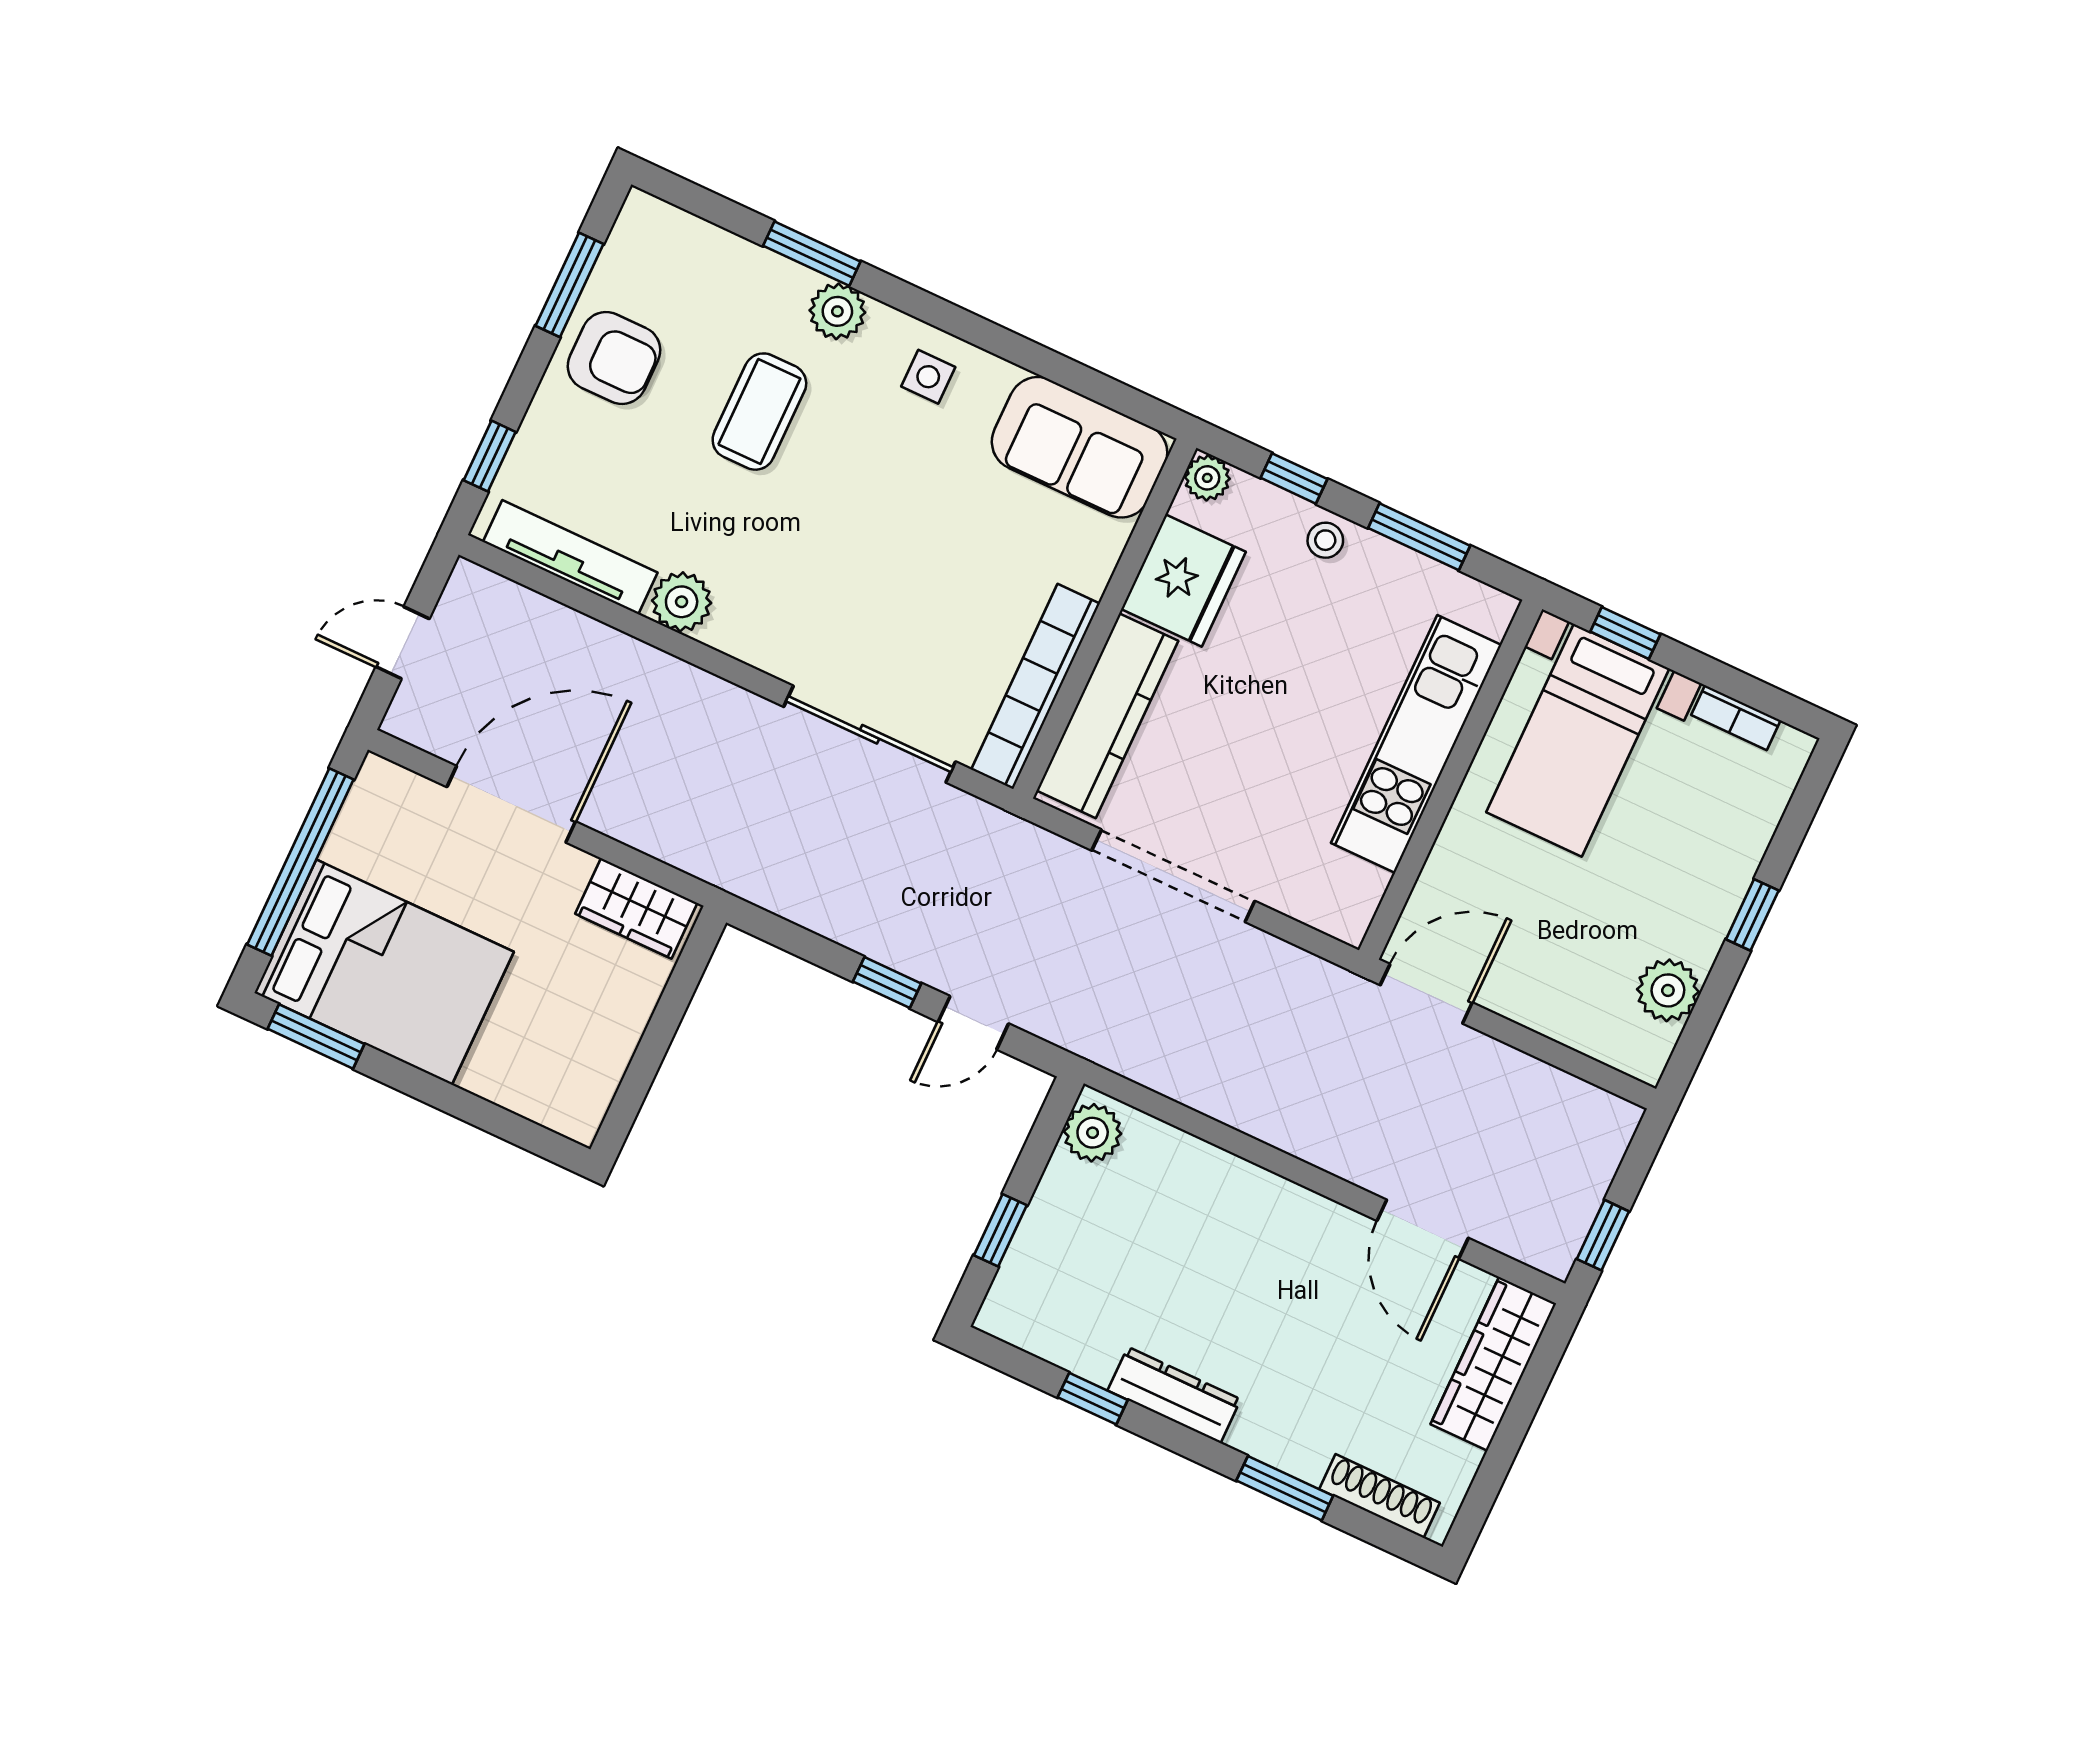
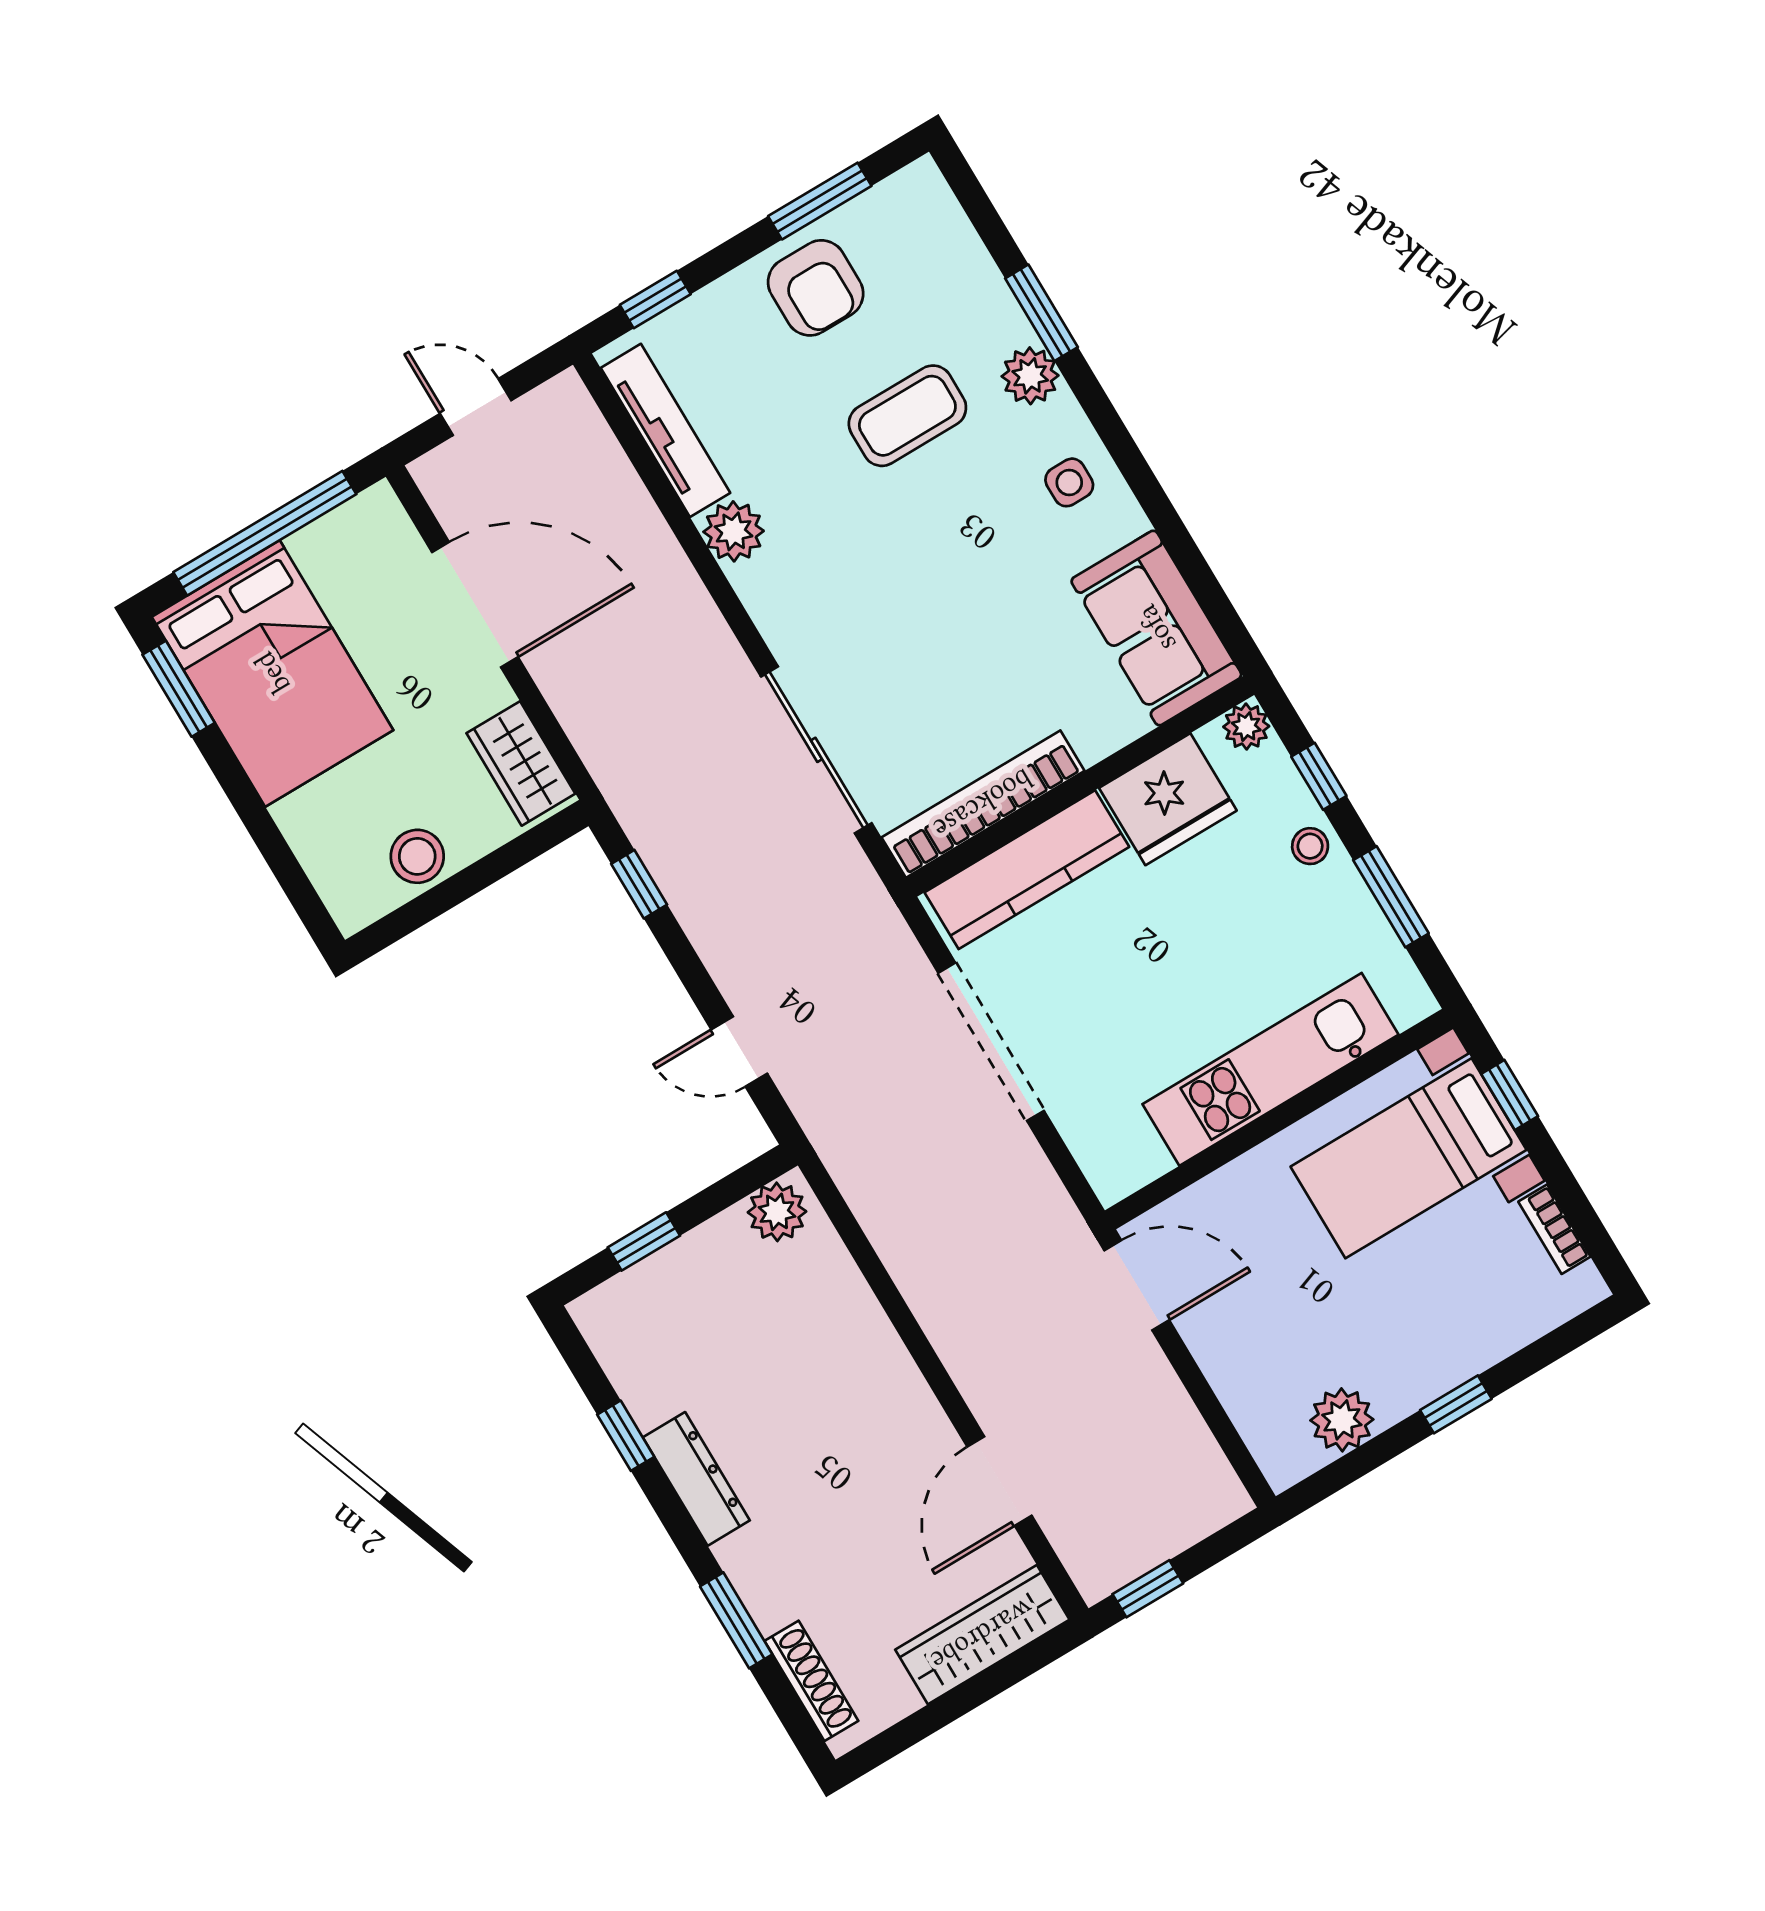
window: (887, 983) -> (639, 884), moved
stool: (603, 1041) -> (417, 856), added

